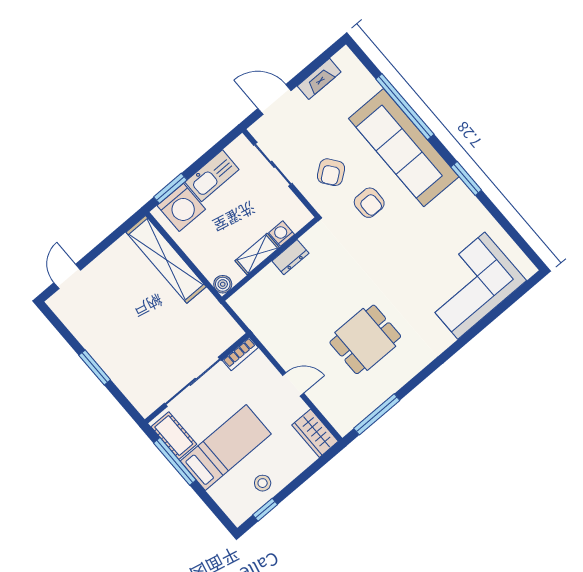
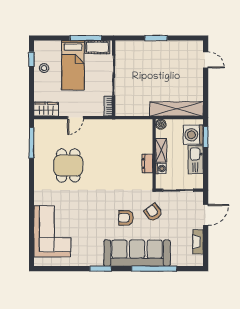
washing machine: (282, 234) -> (161, 168), moved
shelving: (257, 254) -> (161, 150), moved
dresser: (290, 257) -> (147, 164), moved
wall: (270, 259) -> (154, 154), moved
boiler: (223, 284) -> (161, 124), moved

